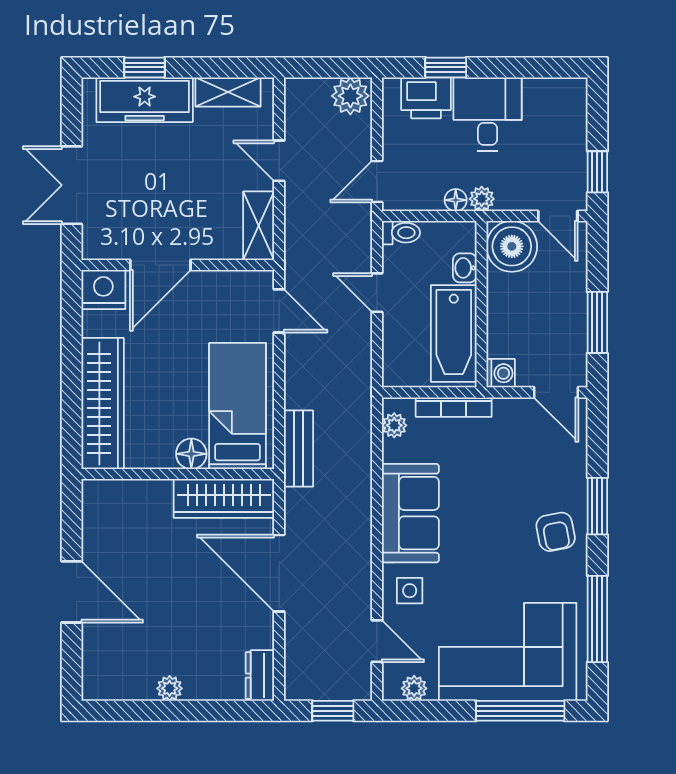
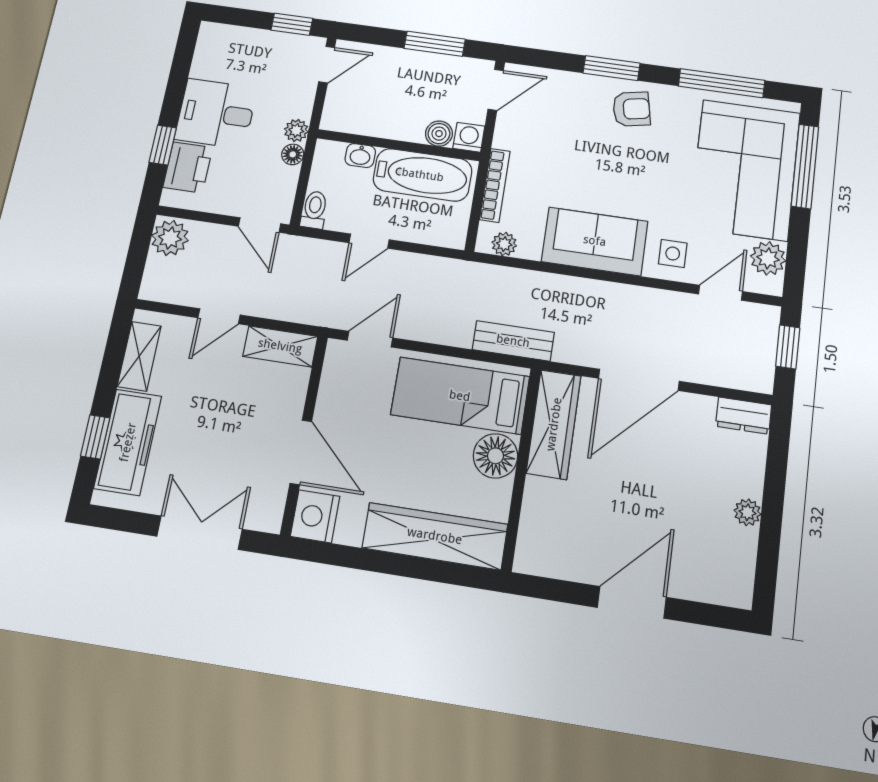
double door: (72, 185) -> (199, 533), swing flipped
boiler: (512, 246) -> (439, 134), moved, width x0.54, depth x0.54
floor lamp: (191, 454) -> (495, 456), width x1.38, depth x1.38
plant: (414, 688) -> (768, 258), width x1.38, depth x1.38

